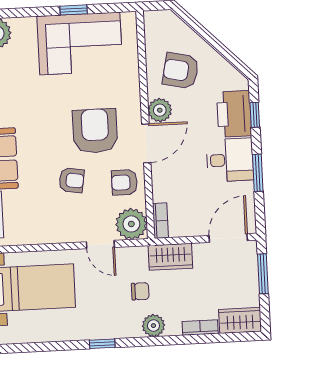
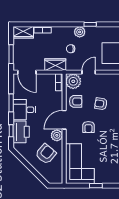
corner sofa: (80, 43) -> (80, 164), moved, turned 90
armchair: (181, 71) -> (46, 154), turned -62
armchair: (95, 131) -> (88, 127), width x0.53, depth x0.53
door: (228, 238) -> (27, 72), hinge flipped
door: (100, 245) -> (89, 72), hinge flipped
plant: (153, 326) -> (80, 32), moved

